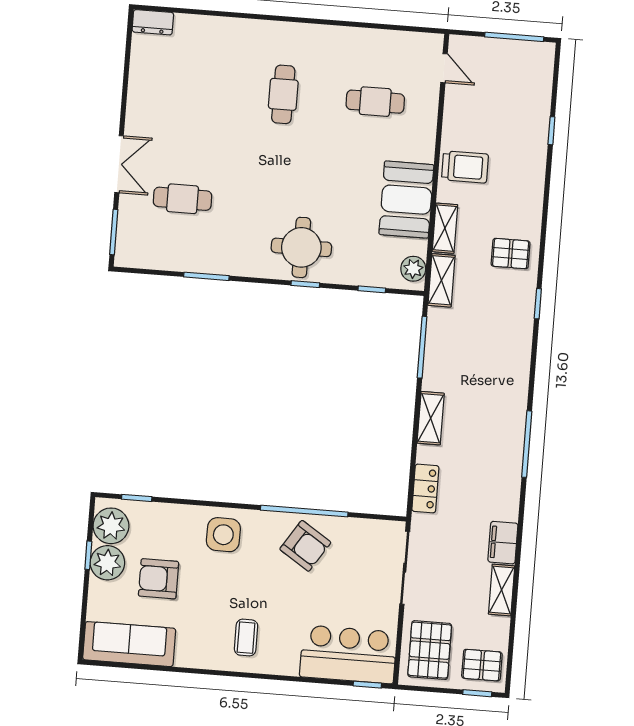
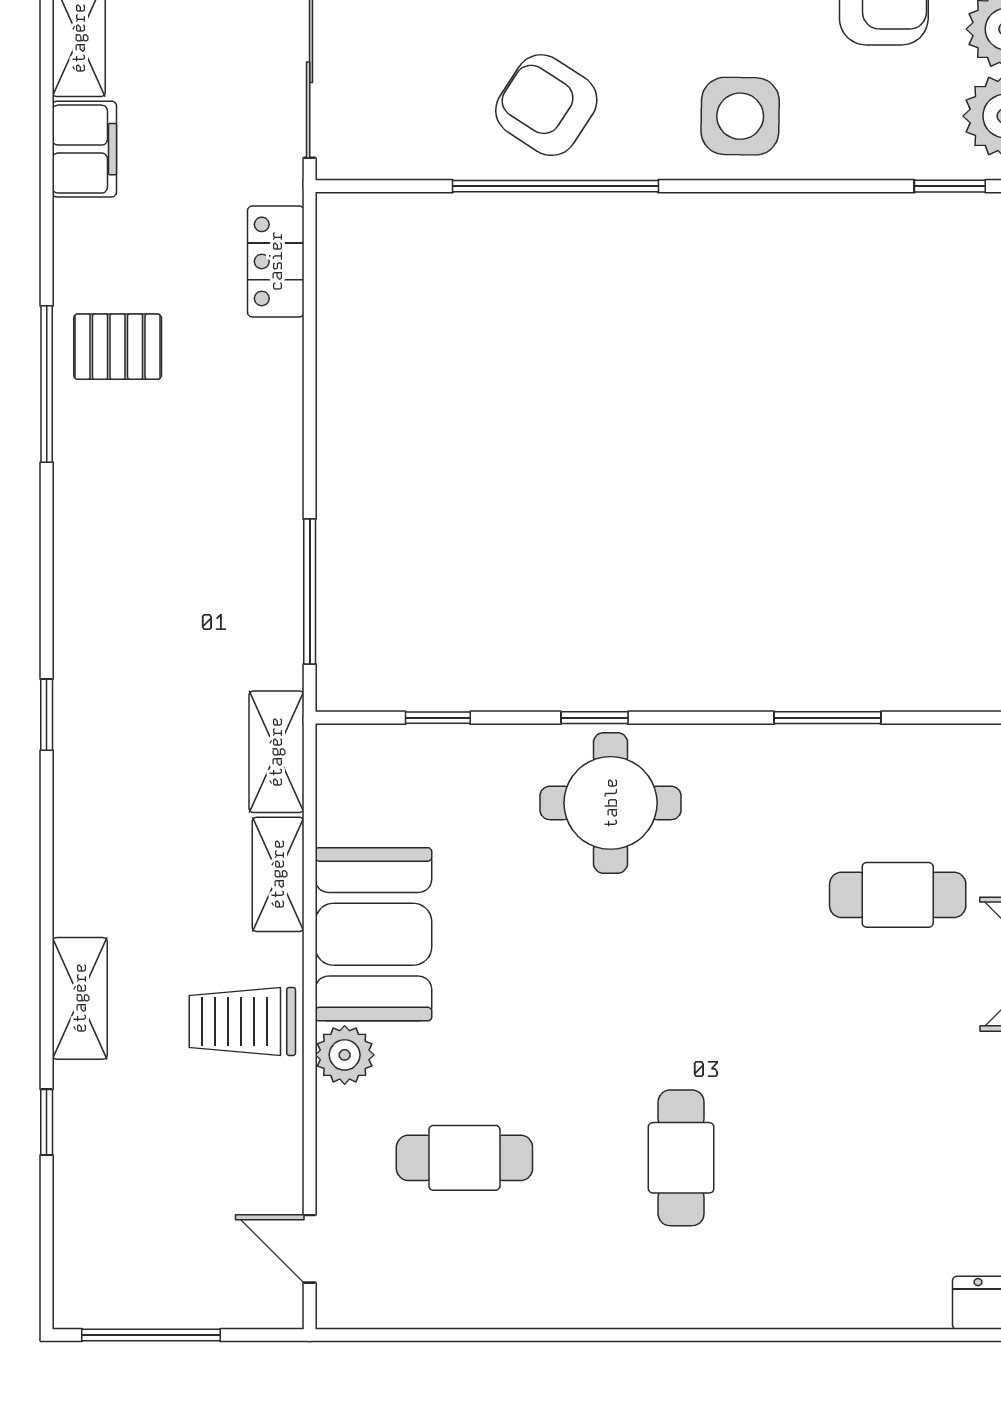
pallet: (511, 254) -> (118, 347), moved
plant: (413, 269) -> (345, 1055), moved
shelving: (431, 418) -> (80, 998), moved

